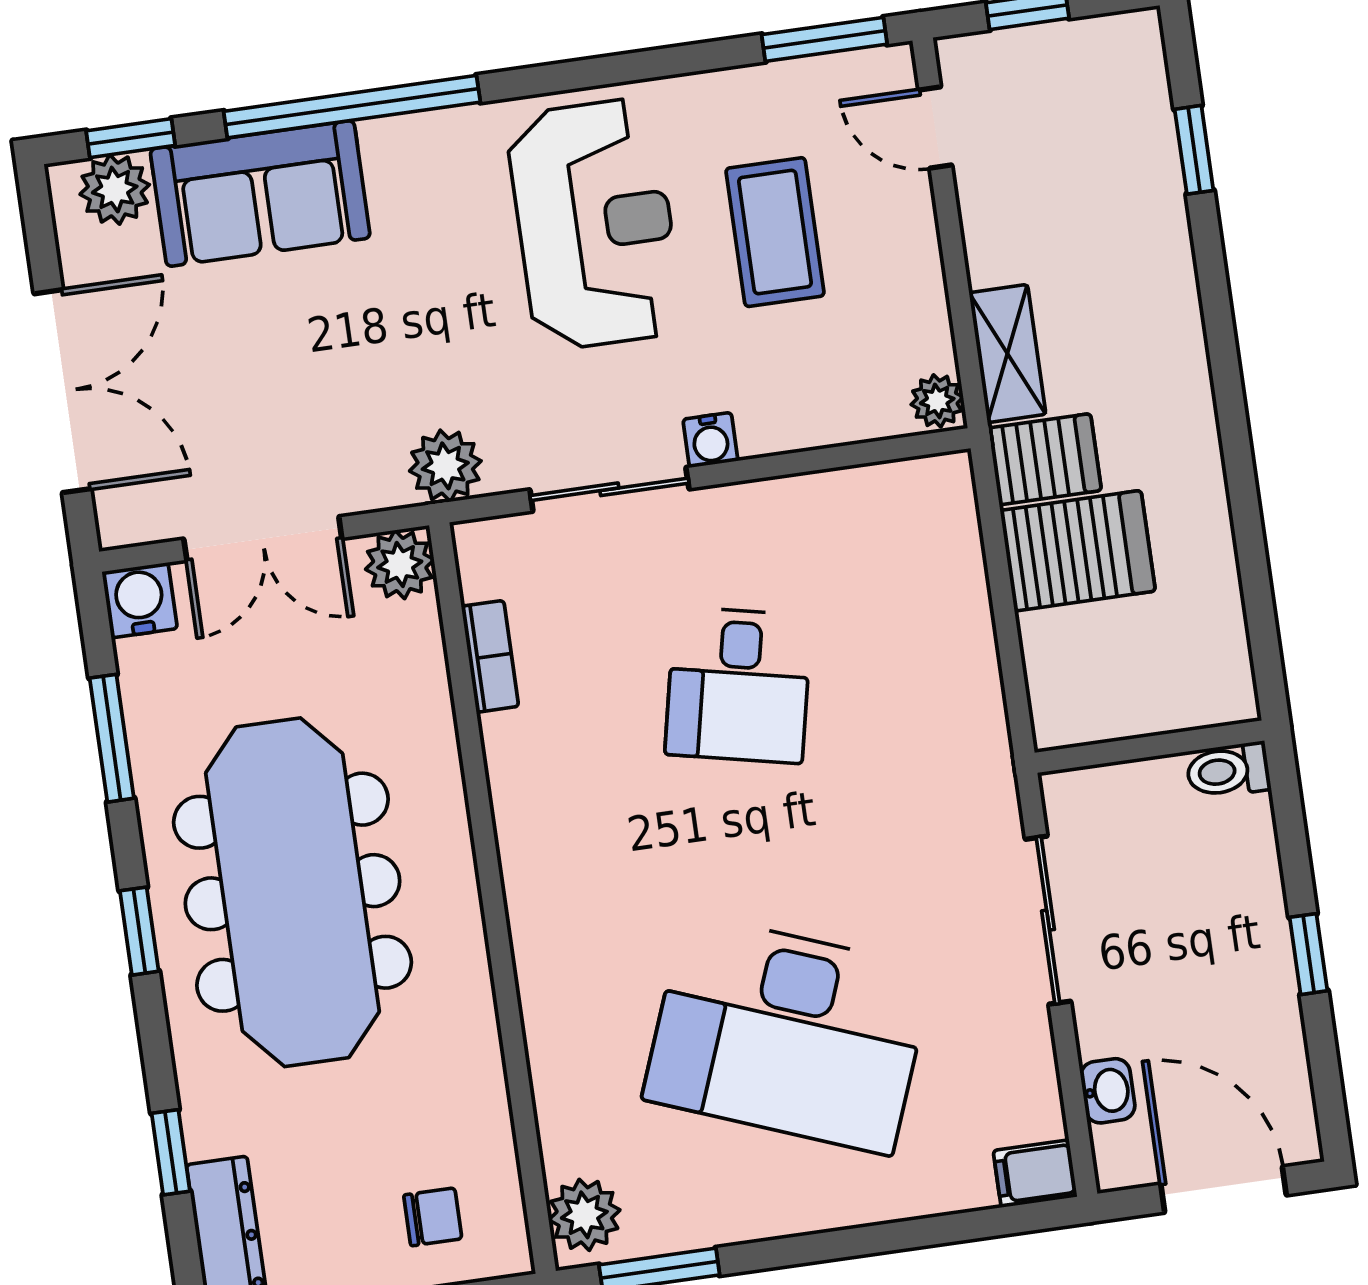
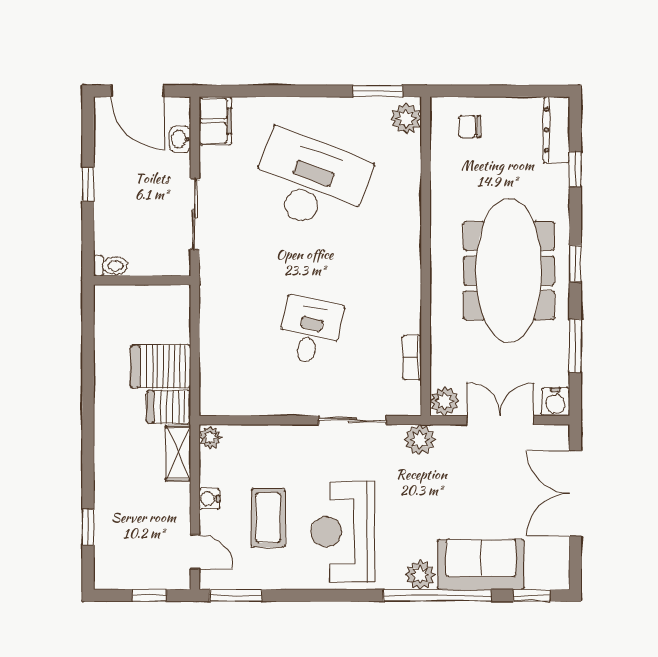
plant: (115, 190) -> (420, 575), moved
water cooler: (710, 440) -> (209, 499), moved, turned -90
filing cabinet: (1035, 1174) -> (215, 121), width x2.00

